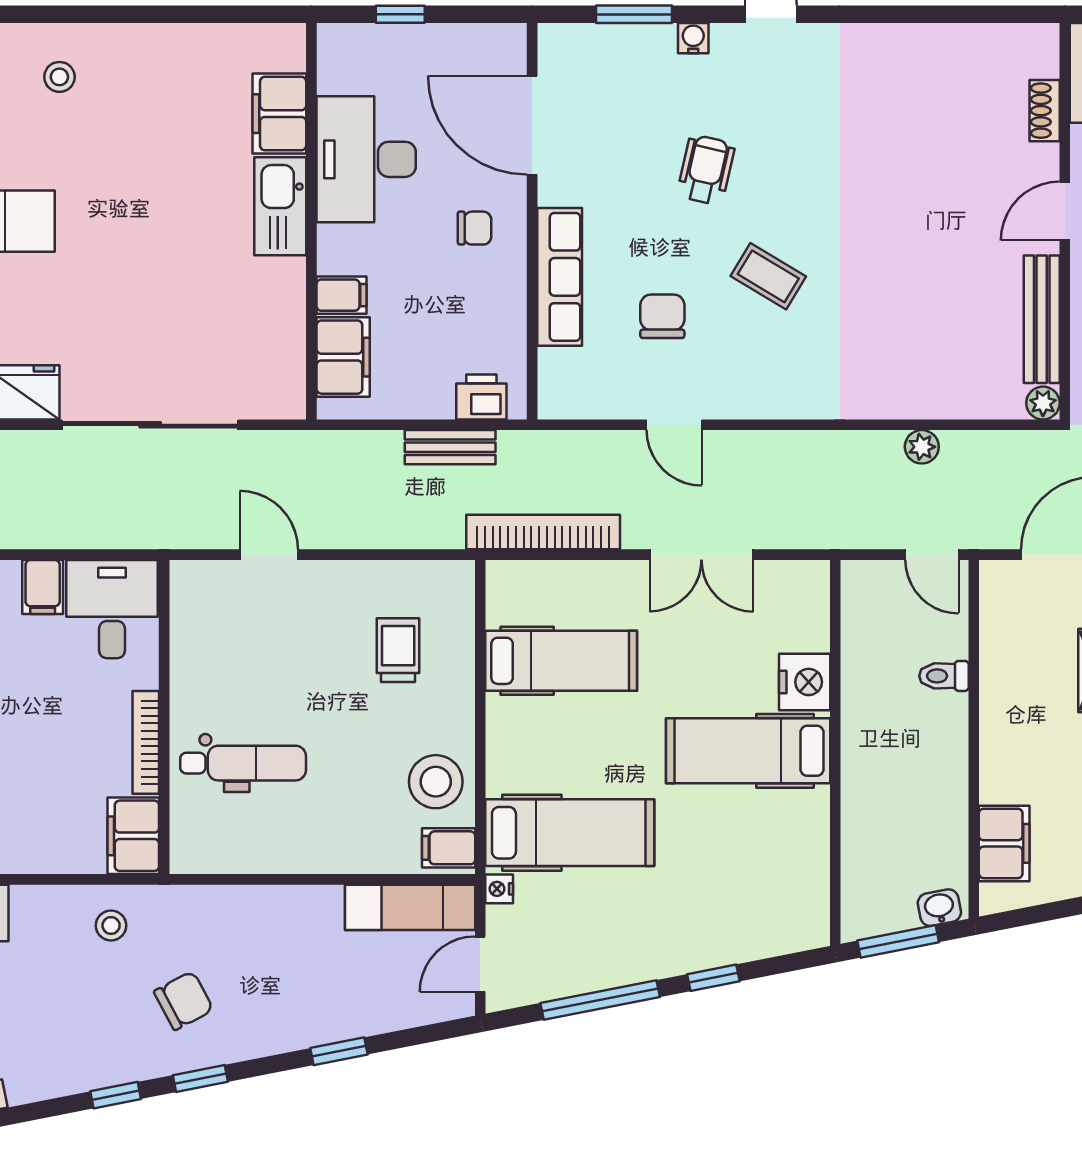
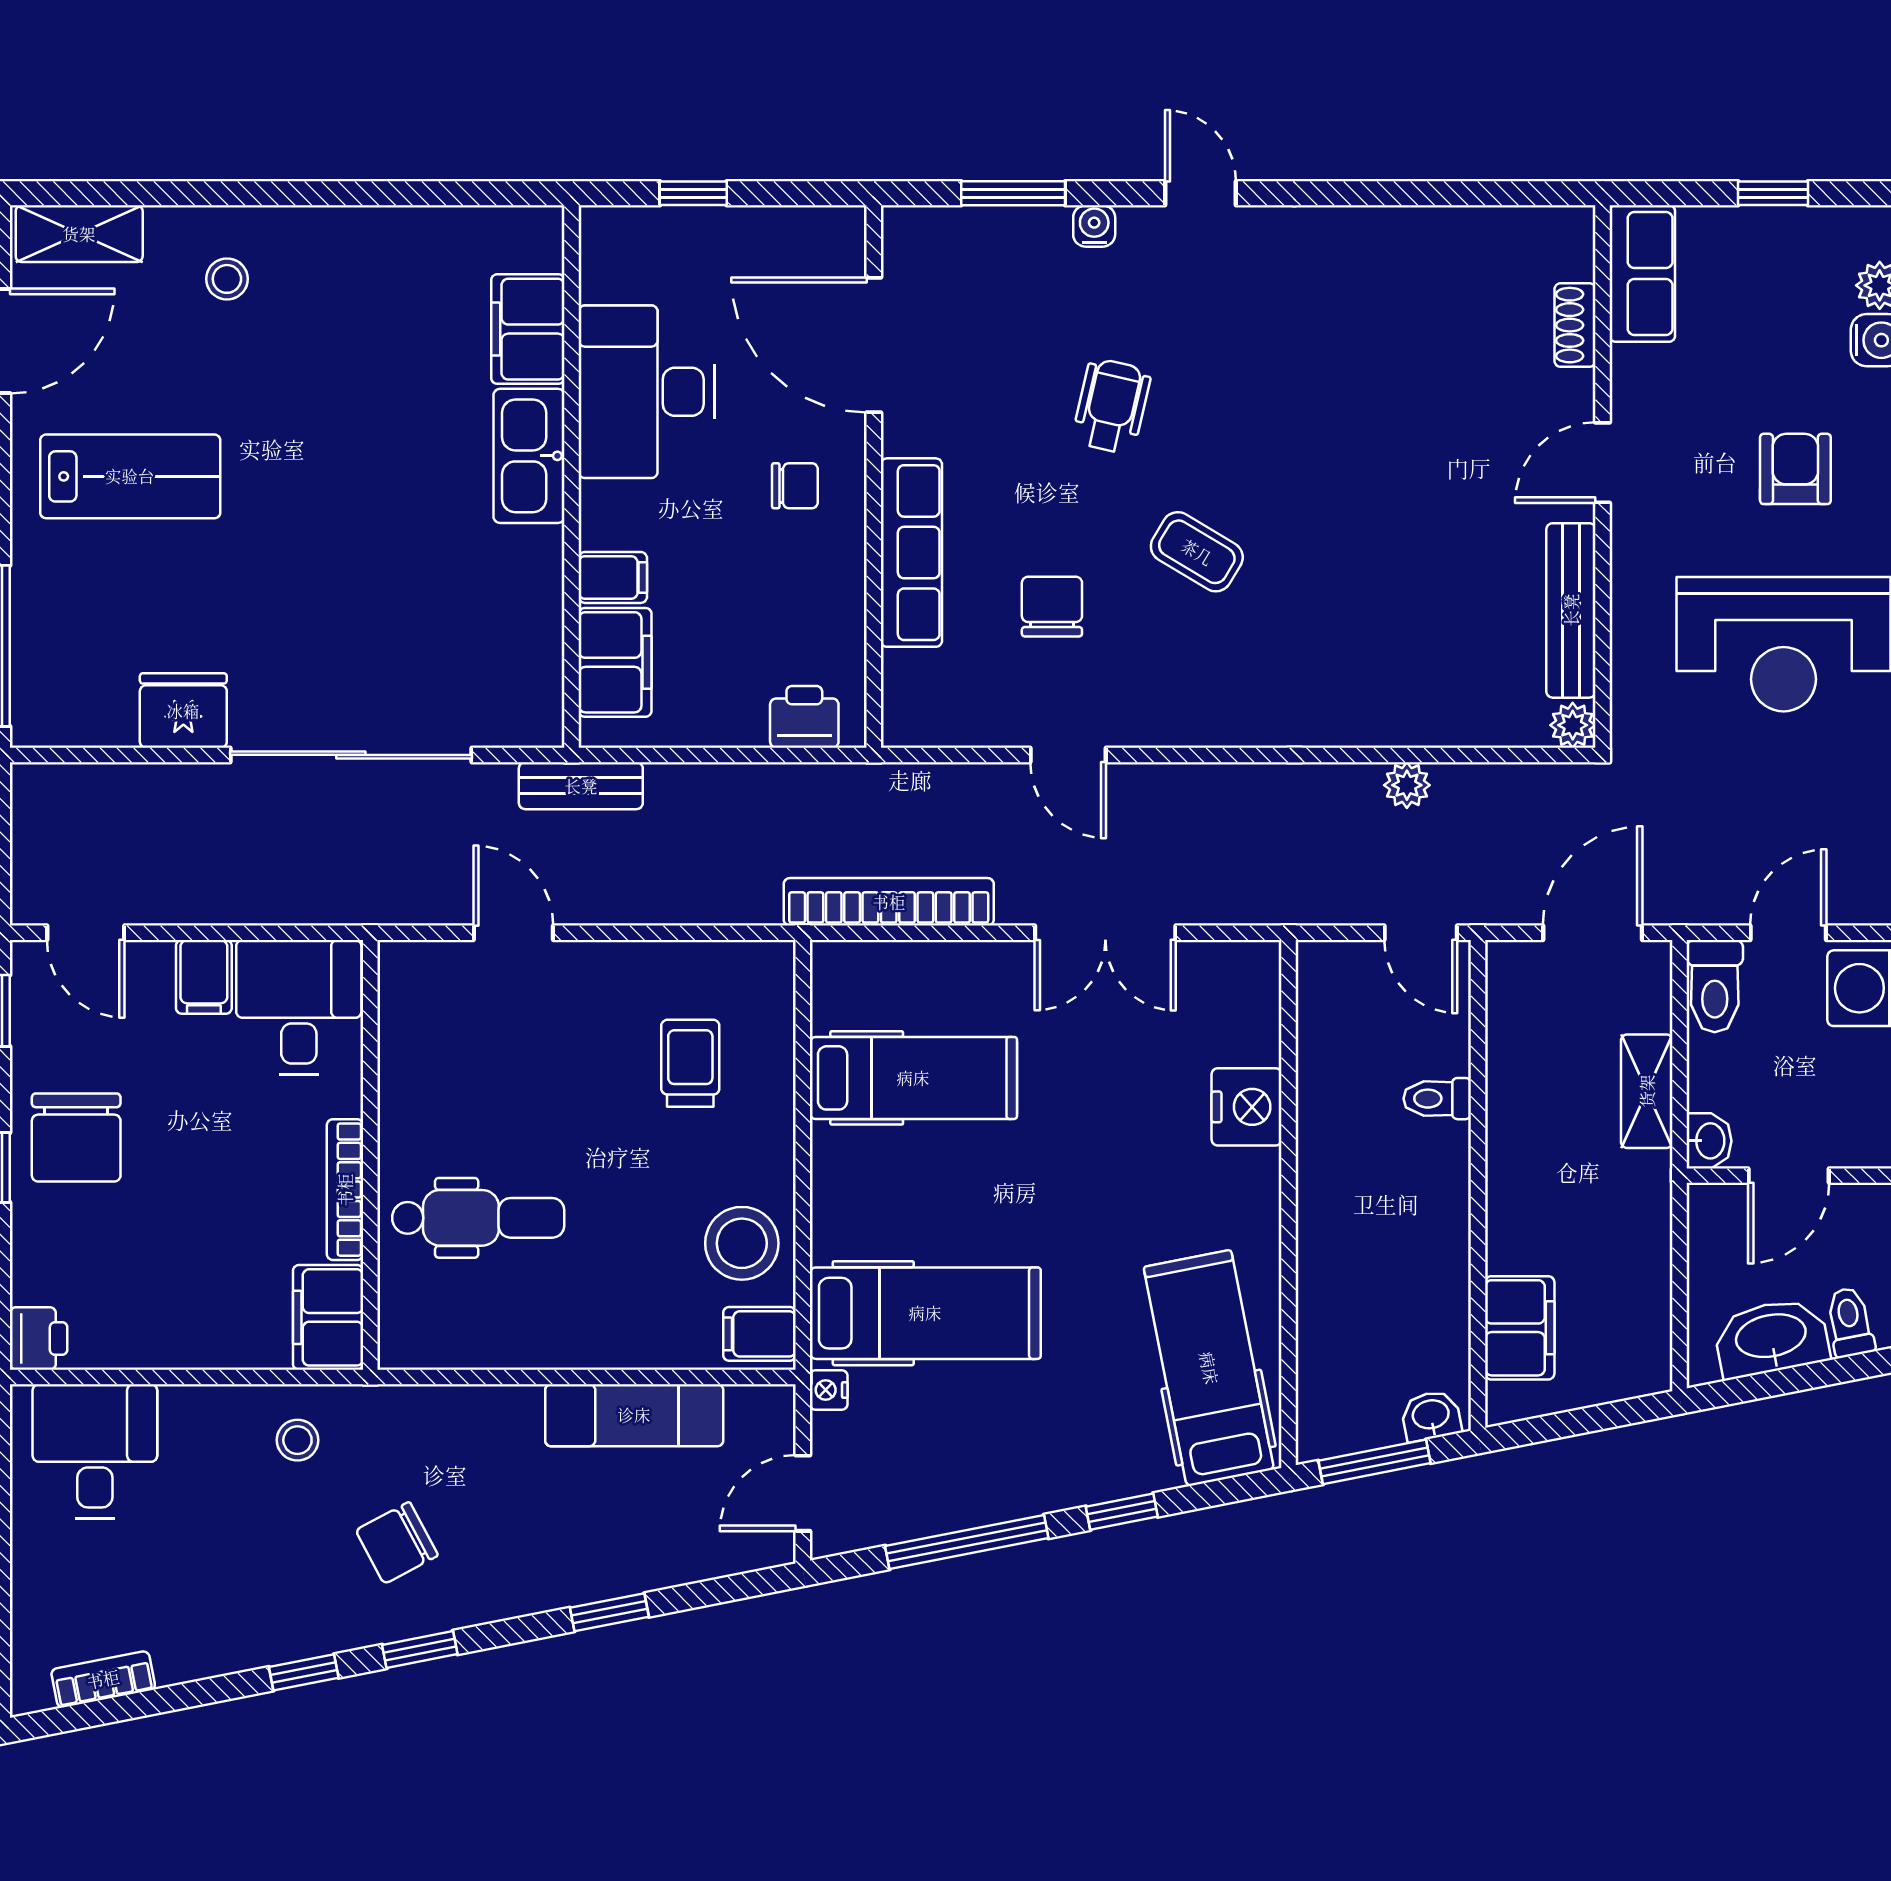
bench: (450, 447) -> (581, 786), moved
hospital bed: (748, 751) -> (1209, 1368), moved, turned 79
exam couch: (410, 907) -> (634, 1415), moved
chair: (184, 1001) -> (397, 1543), turned 180

